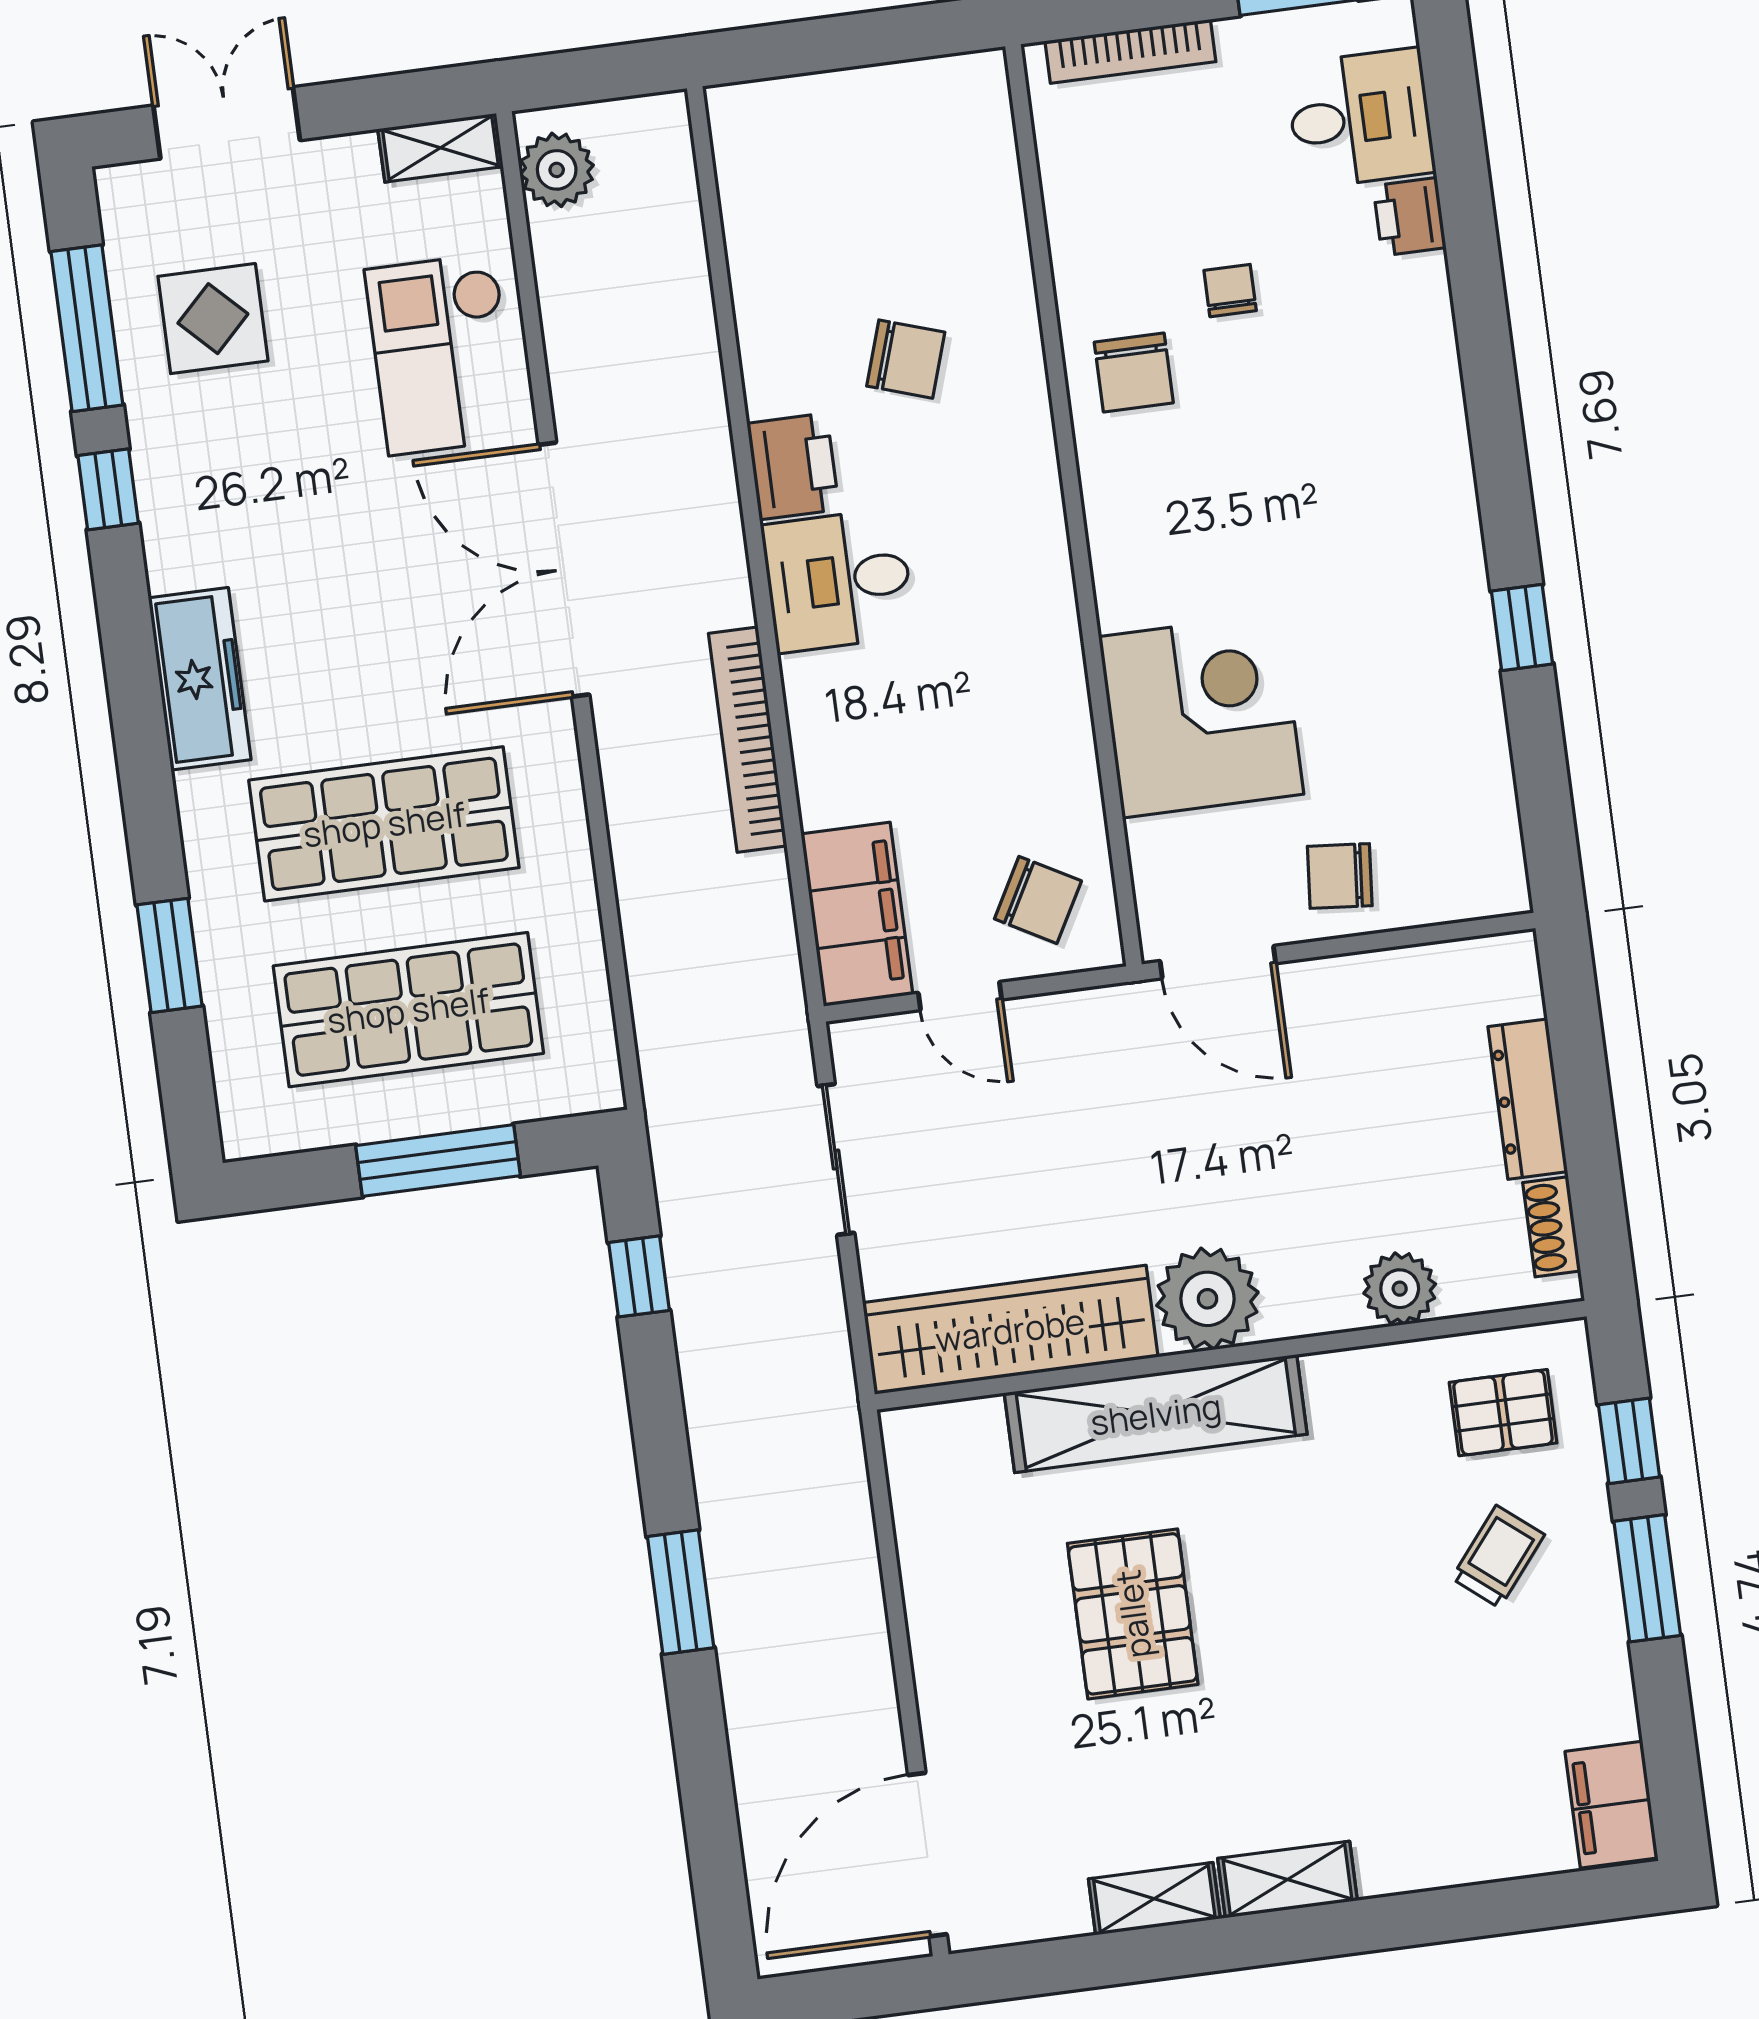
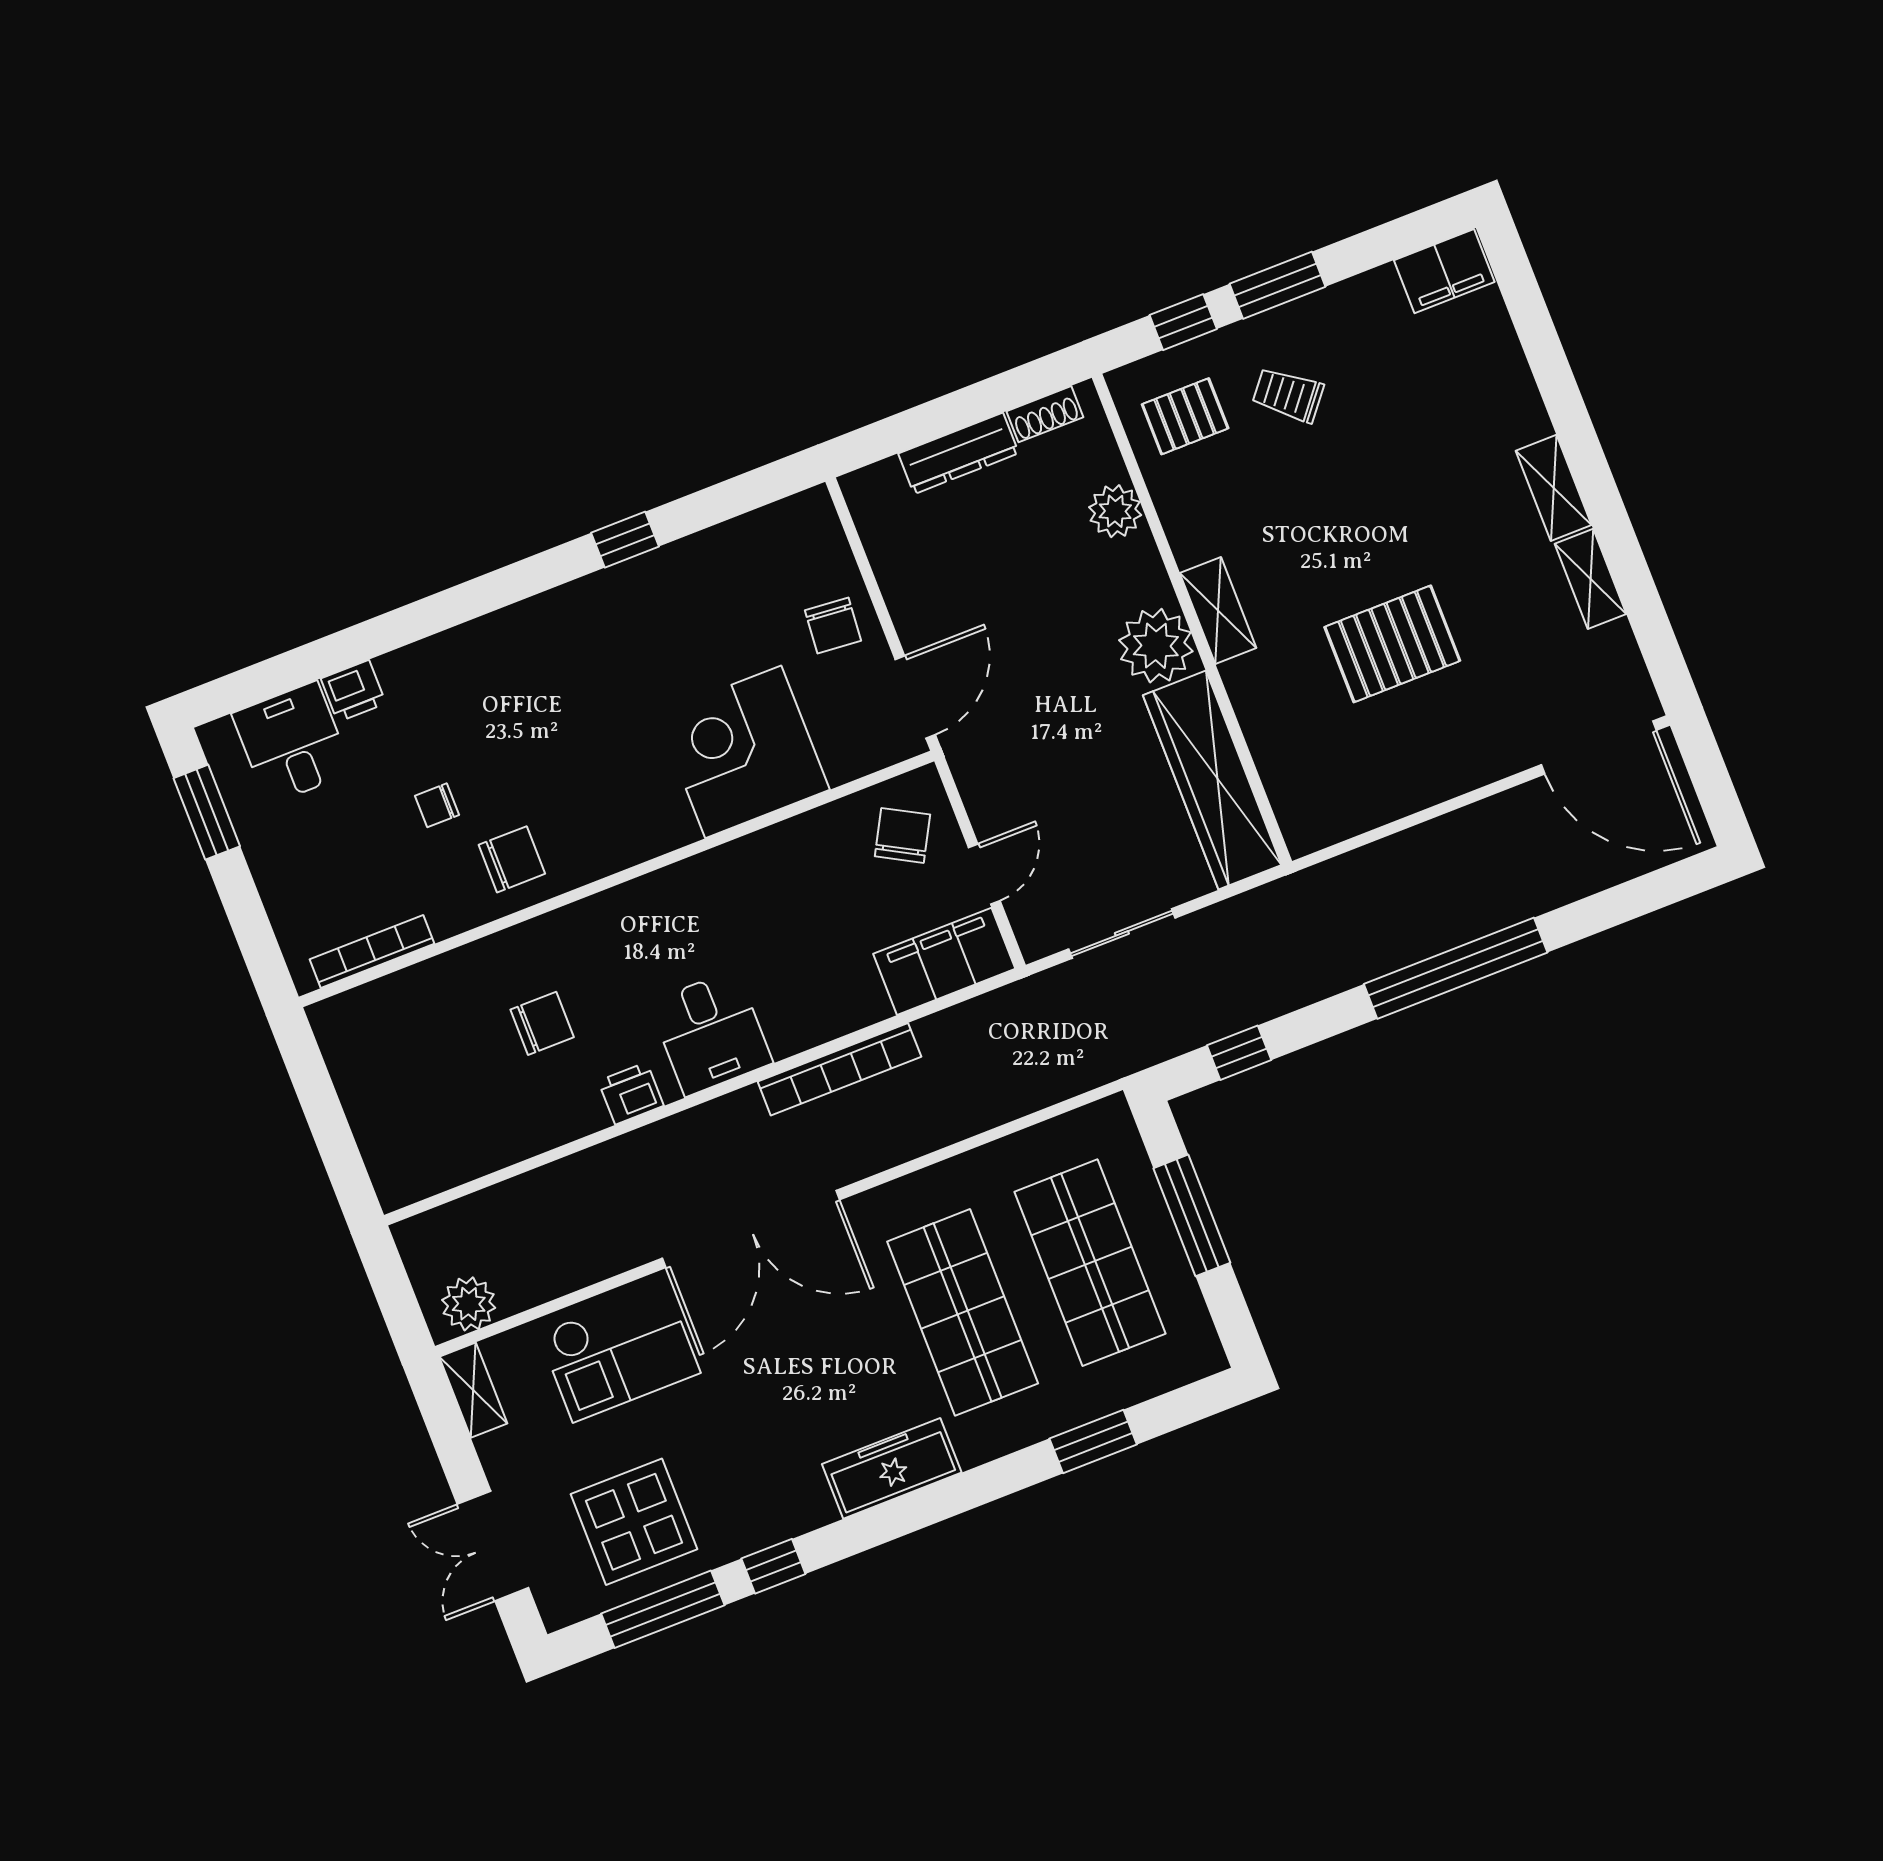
bookcase: (1130, 51) -> (372, 952), moved, turned -90
display table: (213, 319) -> (634, 1522), width x1.36, depth x1.36
chair: (906, 359) -> (542, 1023), turned 72
printer: (793, 466) -> (631, 1093), width x0.73, depth x0.81
pallet: (1503, 1413) -> (1185, 416), turned 90
shelving: (1156, 1414) -> (1218, 610), width x0.45, depth x0.75
window: (681, 1592) -> (1456, 968), width x2.11

